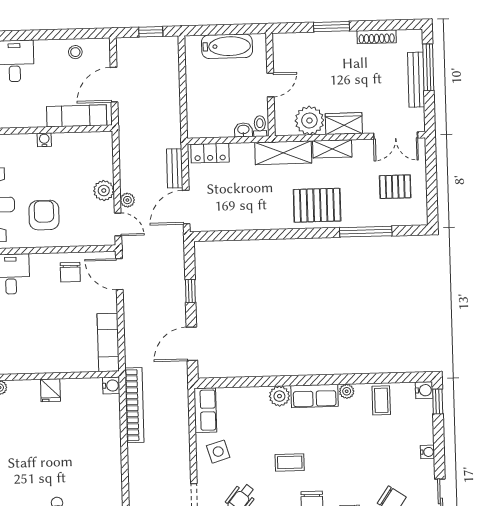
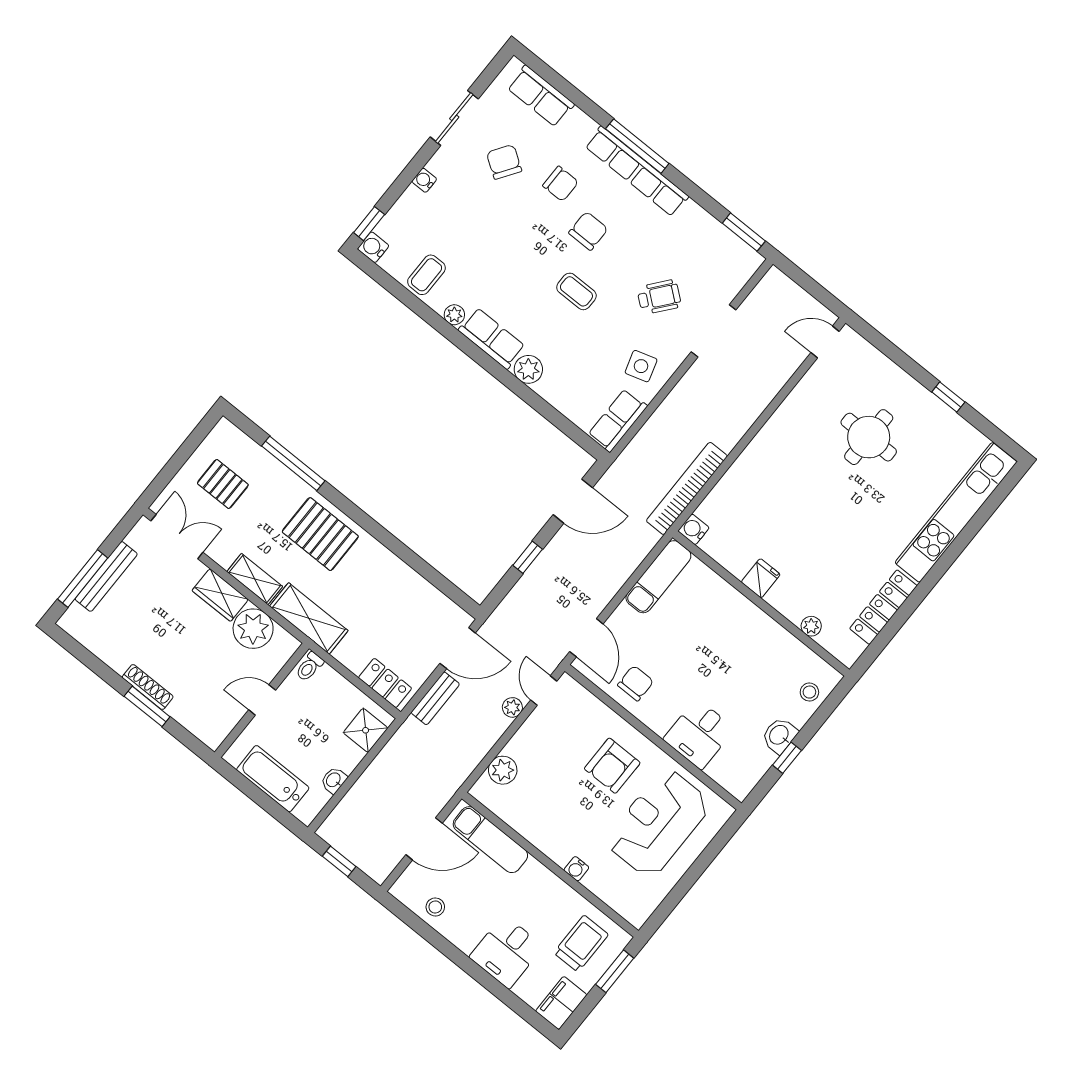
shoe rack: (377, 37) -> (148, 687), moved
shower: (198, 117) -> (366, 730), added
washbasin: (243, 130) -> (334, 780), moved, turned 90
water cooler: (44, 140) -> (576, 869), moved
plant: (104, 191) -> (503, 770), moved

